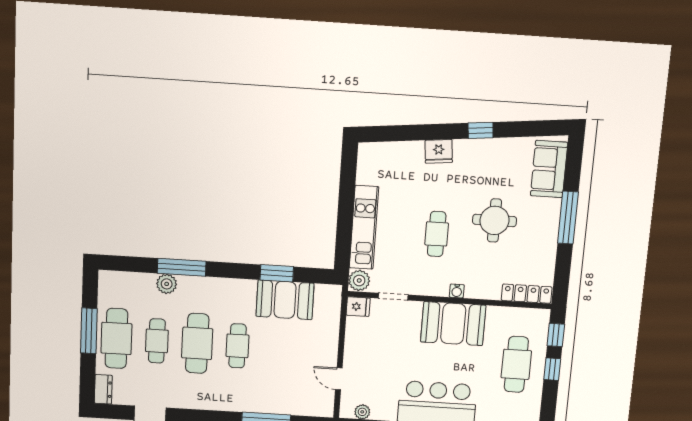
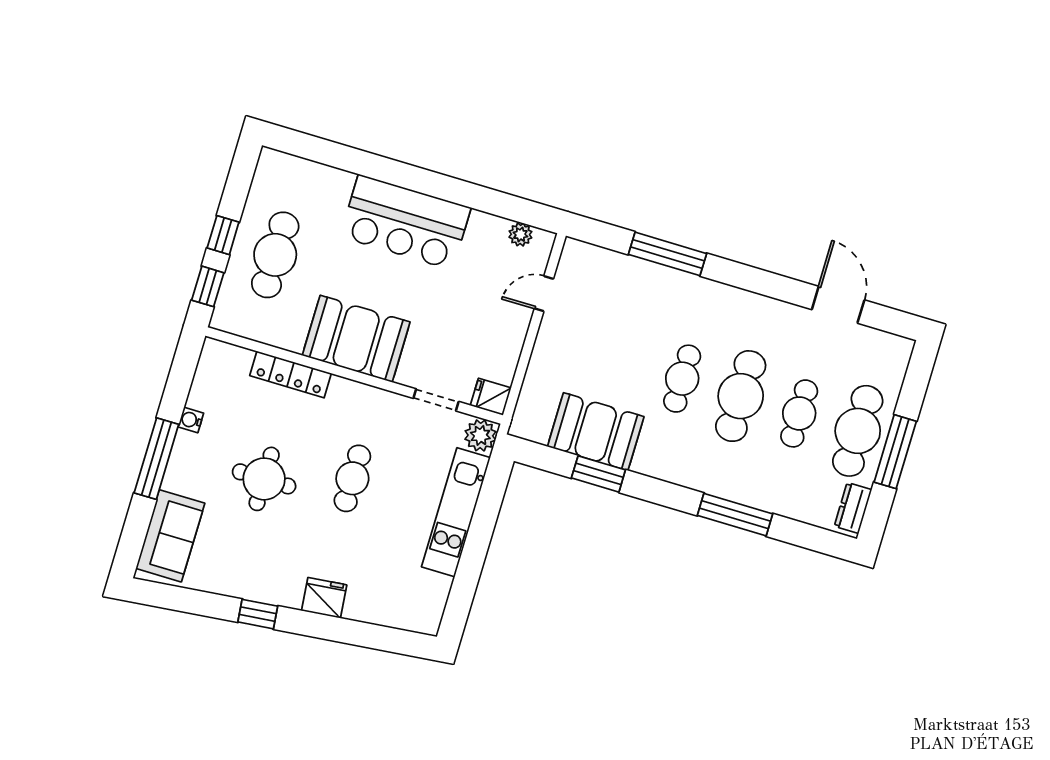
plant: (167, 284) -> (763, 495), removed
water cooler: (457, 291) -> (191, 420), moved, turned -90
locker: (527, 294) -> (291, 375), moved
door: (339, 379) -> (544, 294), swing flipped
dresser: (103, 389) -> (853, 508), moved

